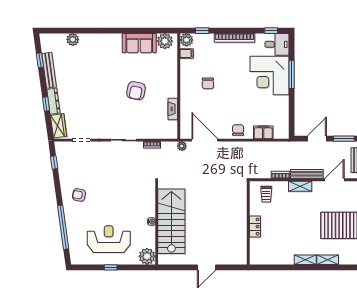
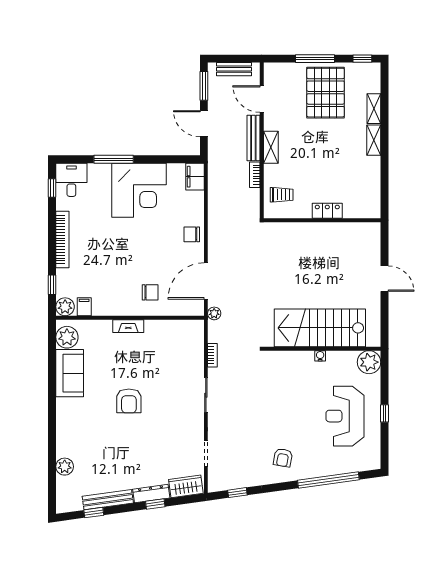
corner desk: (269, 76) -> (139, 190), moved
chair: (208, 83) -> (150, 292), moved
armchair: (136, 91) -> (129, 401), moved, turned 79
fireplace: (173, 109) -> (128, 326), moved
filing cabinet: (263, 132) -> (195, 177), moved

